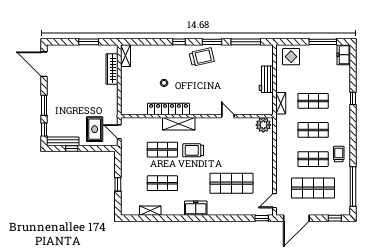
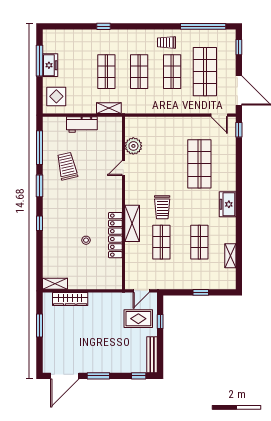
freezer: (344, 55) -> (50, 65), moved, turned -90
trolley: (202, 57) -> (67, 166), moved
window: (44, 105) -> (98, 376), moved
plant: (263, 125) -> (133, 146), moved
window: (72, 148) -> (160, 321), moved

